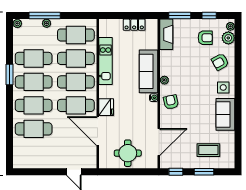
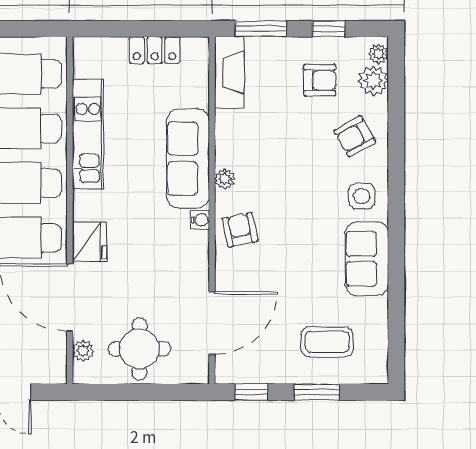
plant: (103, 154) -> (83, 351), added

